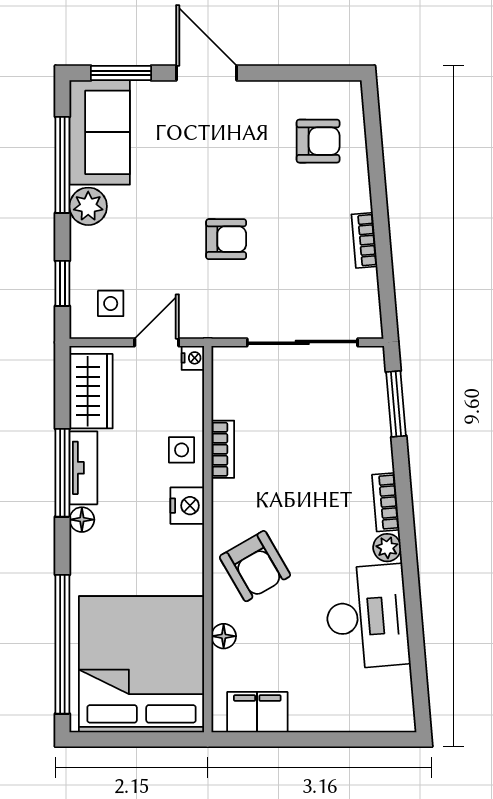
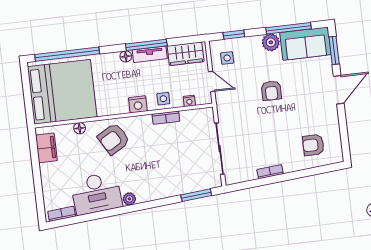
armchair: (318, 141) -> (313, 145), turned 90
armchair: (226, 239) -> (271, 91), moved
nightstand: (193, 358) -> (189, 101), moved
bookcase: (386, 502) -> (62, 214), moved

